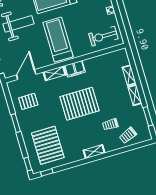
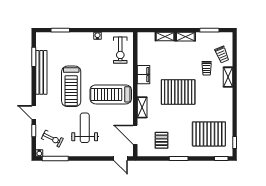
filing cabinet: (75, 69) -> (144, 75), moved
pallet: (79, 104) -> (178, 92), turned 90
shelving: (94, 152) -> (228, 77), moved

